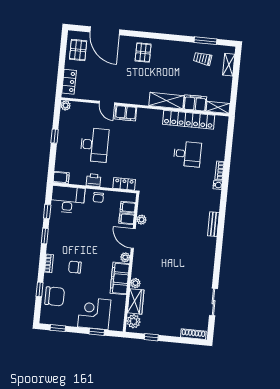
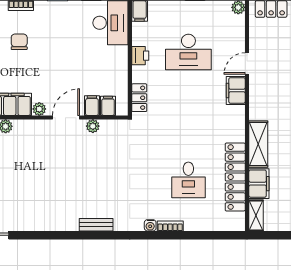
chair: (98, 198) -> (117, 64), removed

